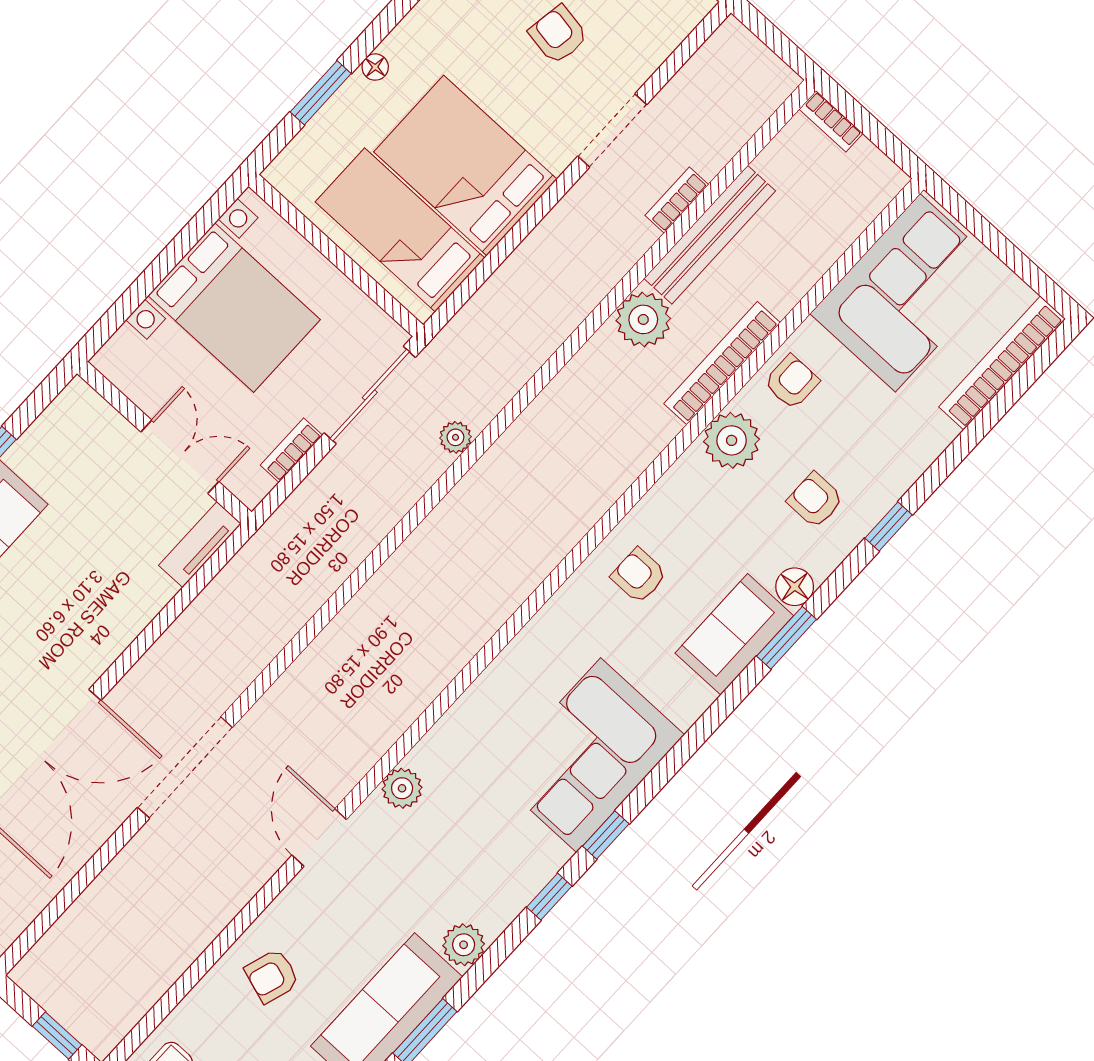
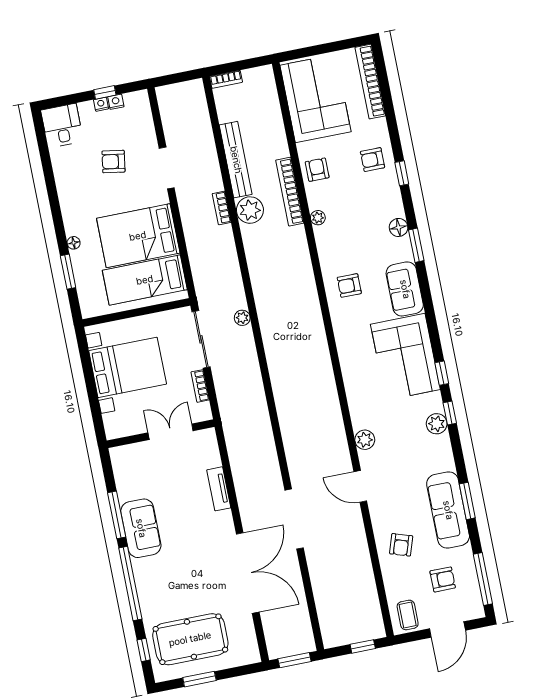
bookcase: (677, 200) -> (222, 208), moved
plant: (732, 440) -> (318, 218), width x0.53, depth x0.53
armchair: (815, 500) -> (372, 160), moved
tv unit: (200, 545) -> (219, 489), moved
sofa: (734, 634) -> (405, 289), moved
plant: (464, 945) -> (437, 424), moved

